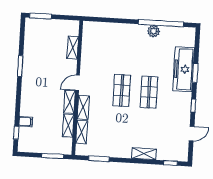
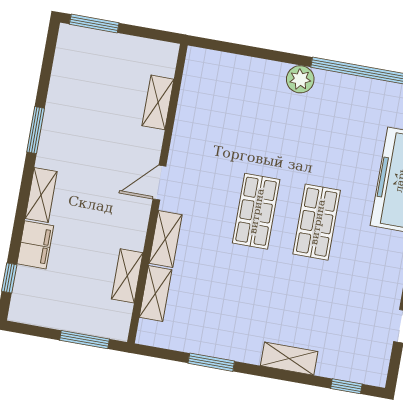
plant: (154, 31) -> (300, 79), moved
shelving: (69, 102) -> (41, 195), moved
filing cabinet: (26, 122) -> (35, 245), width x2.00
window: (99, 159) -> (211, 362), moved

